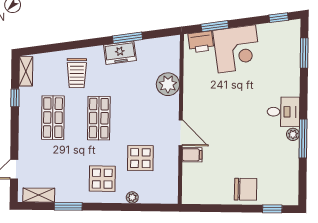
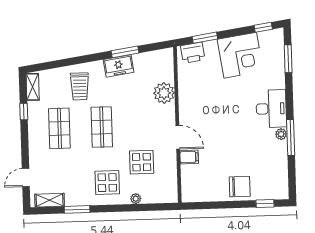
corner desk: (237, 49) -> (240, 55), moved
desk: (283, 112) -> (271, 109), width x1.37

